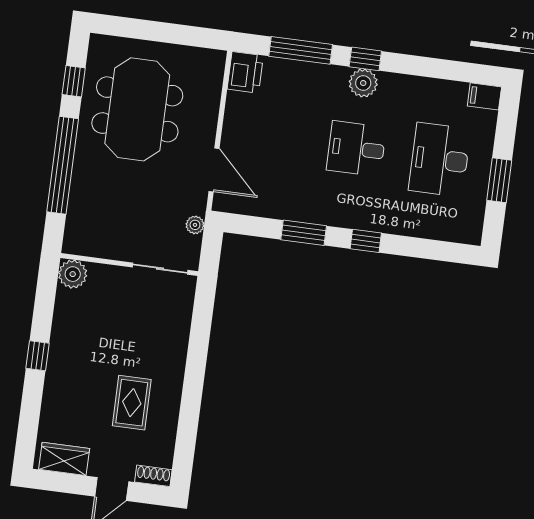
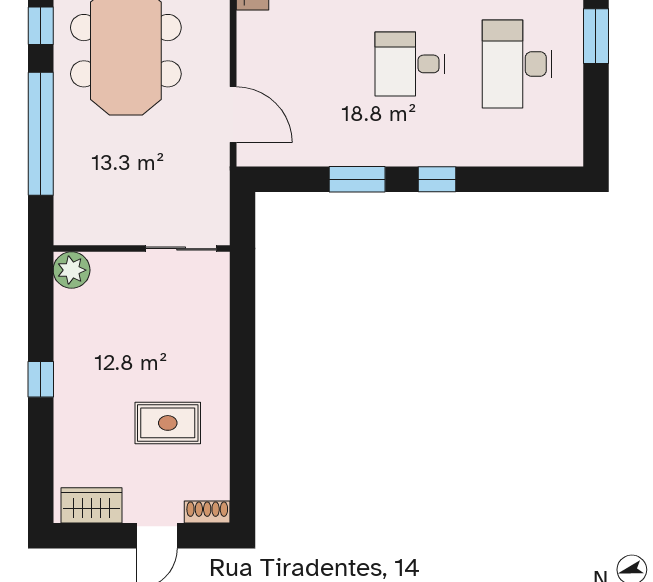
window: (499, 180) -> (596, 36), moved
plant: (195, 225) -> (218, 187), removed
rug: (132, 403) -> (168, 423), turned 90

